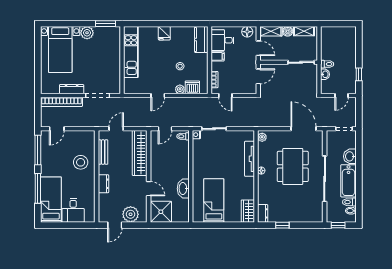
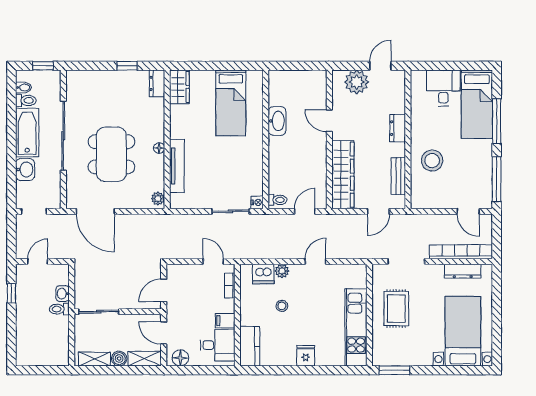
plant: (87, 33) -> (422, 356), removed
rug: (104, 64) -> (396, 309), added
dresser: (72, 89) -> (463, 271), moved
door: (57, 129) -> (468, 211), swing flipped
shower: (161, 212) -> (311, 86), removed

